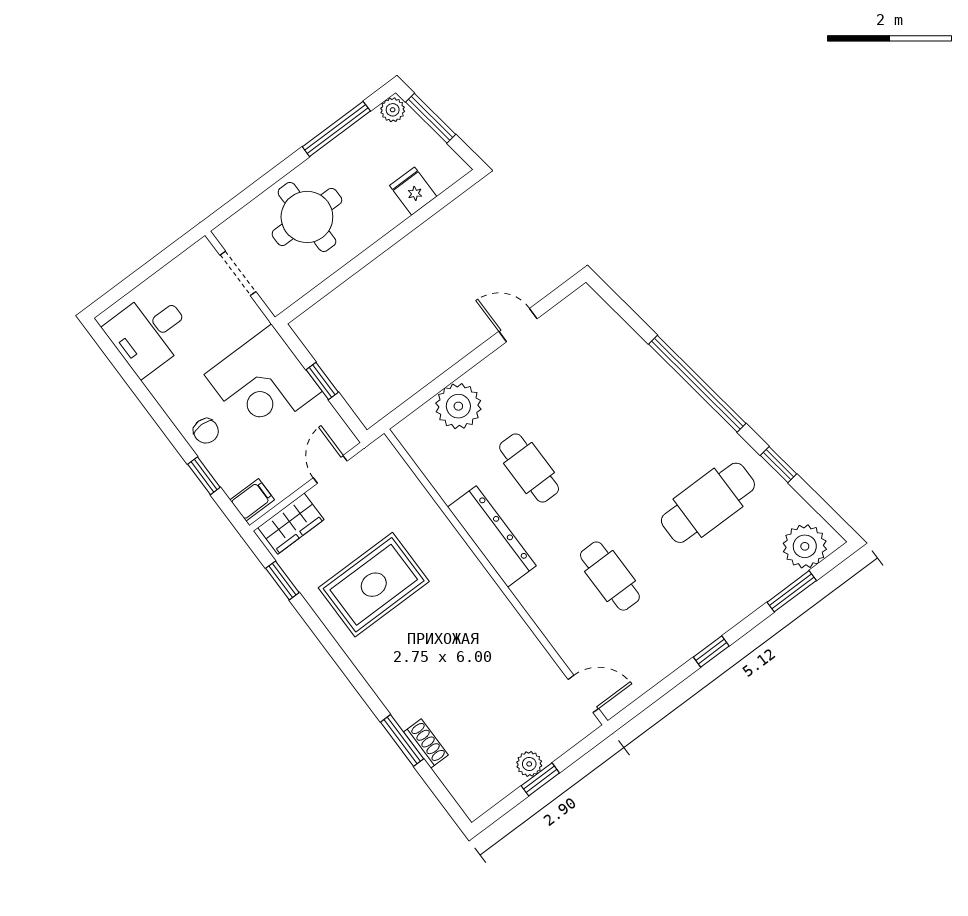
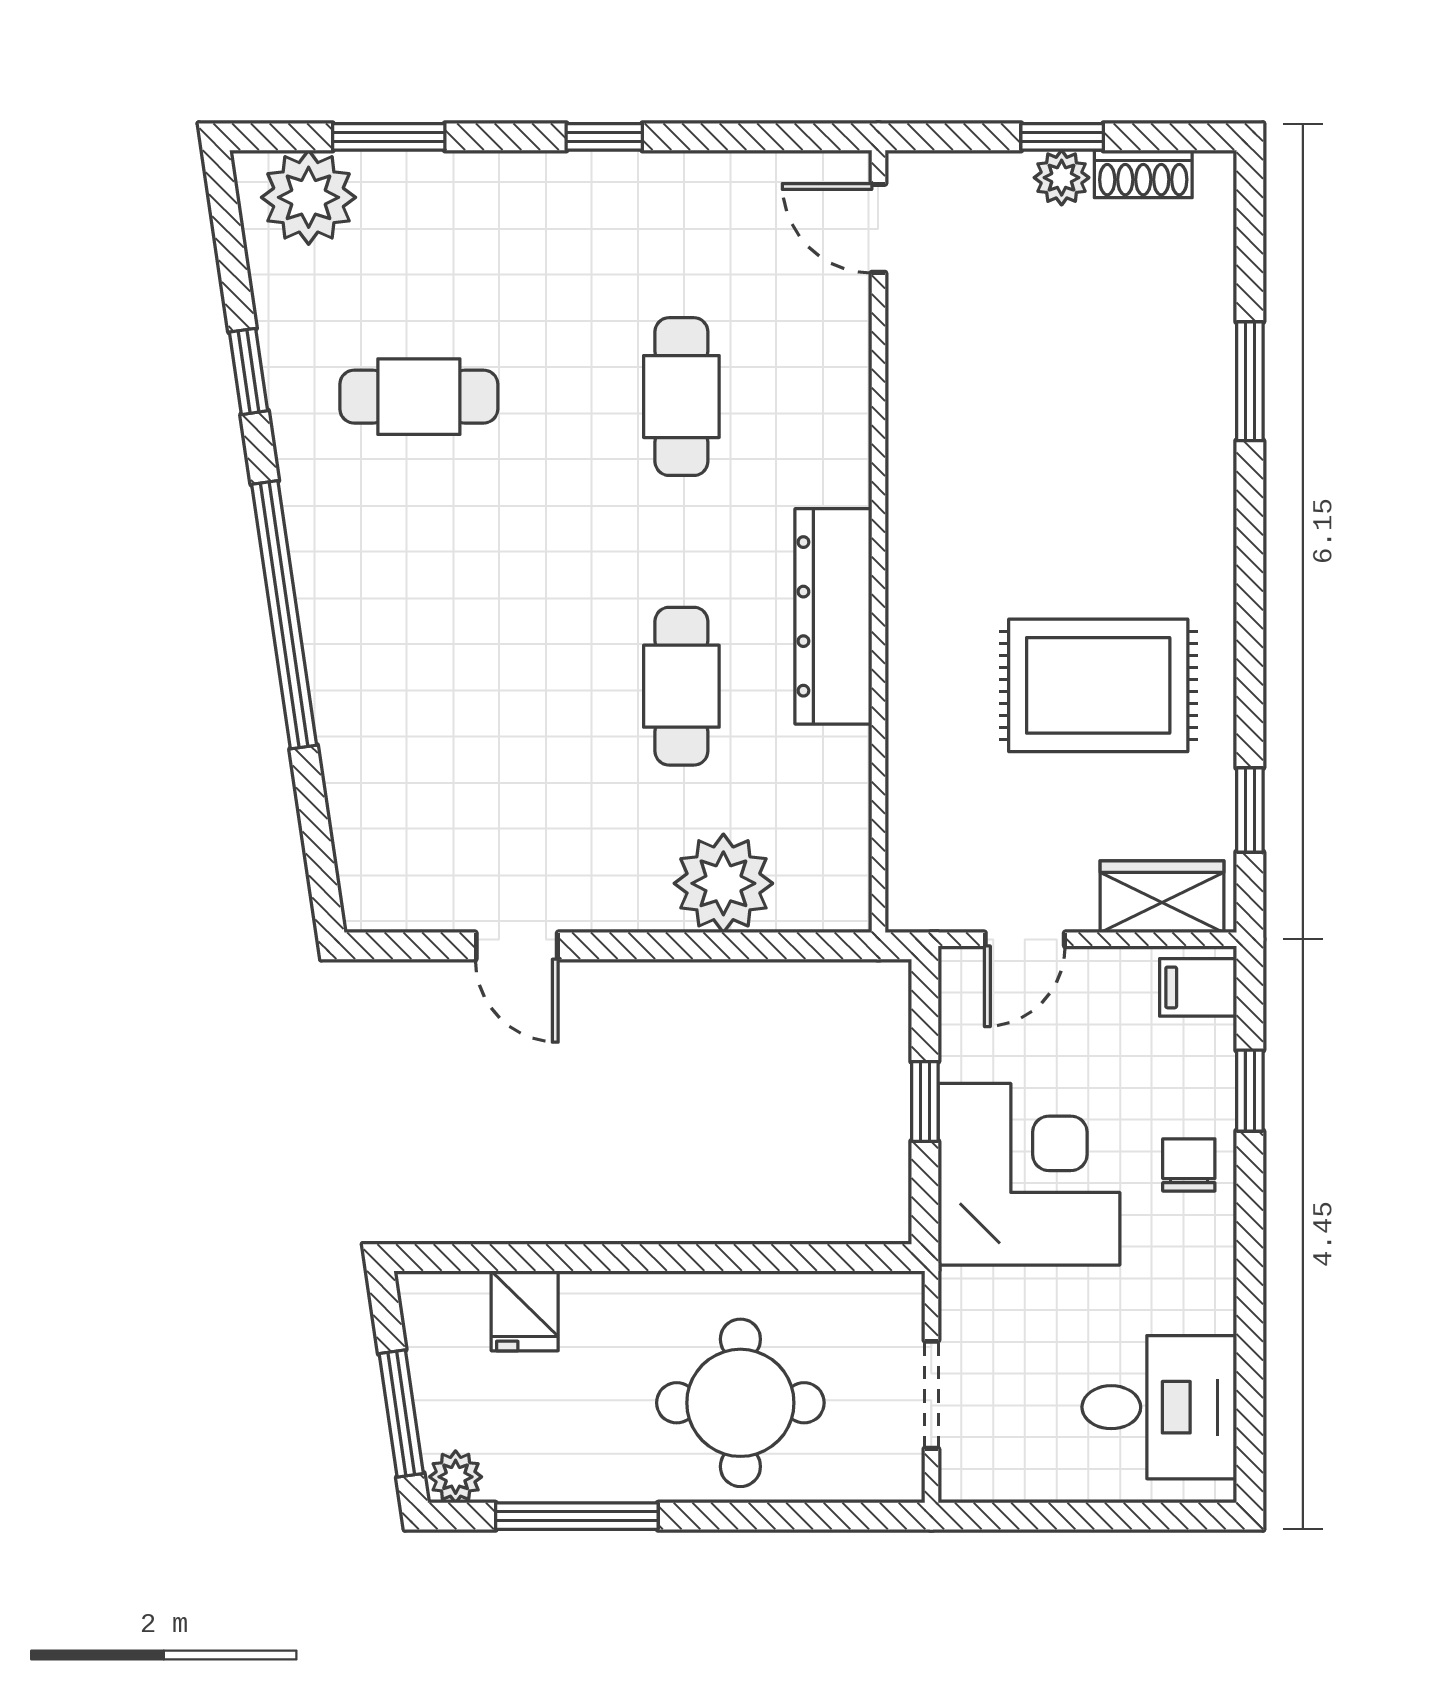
cafe table: (708, 503) -> (419, 397), width x0.73, depth x0.74
shoe rack: (426, 744) -> (1143, 174), moved, turned -90

